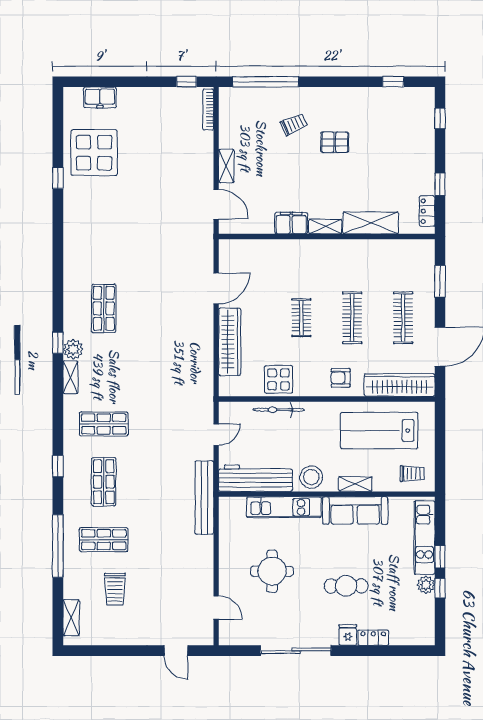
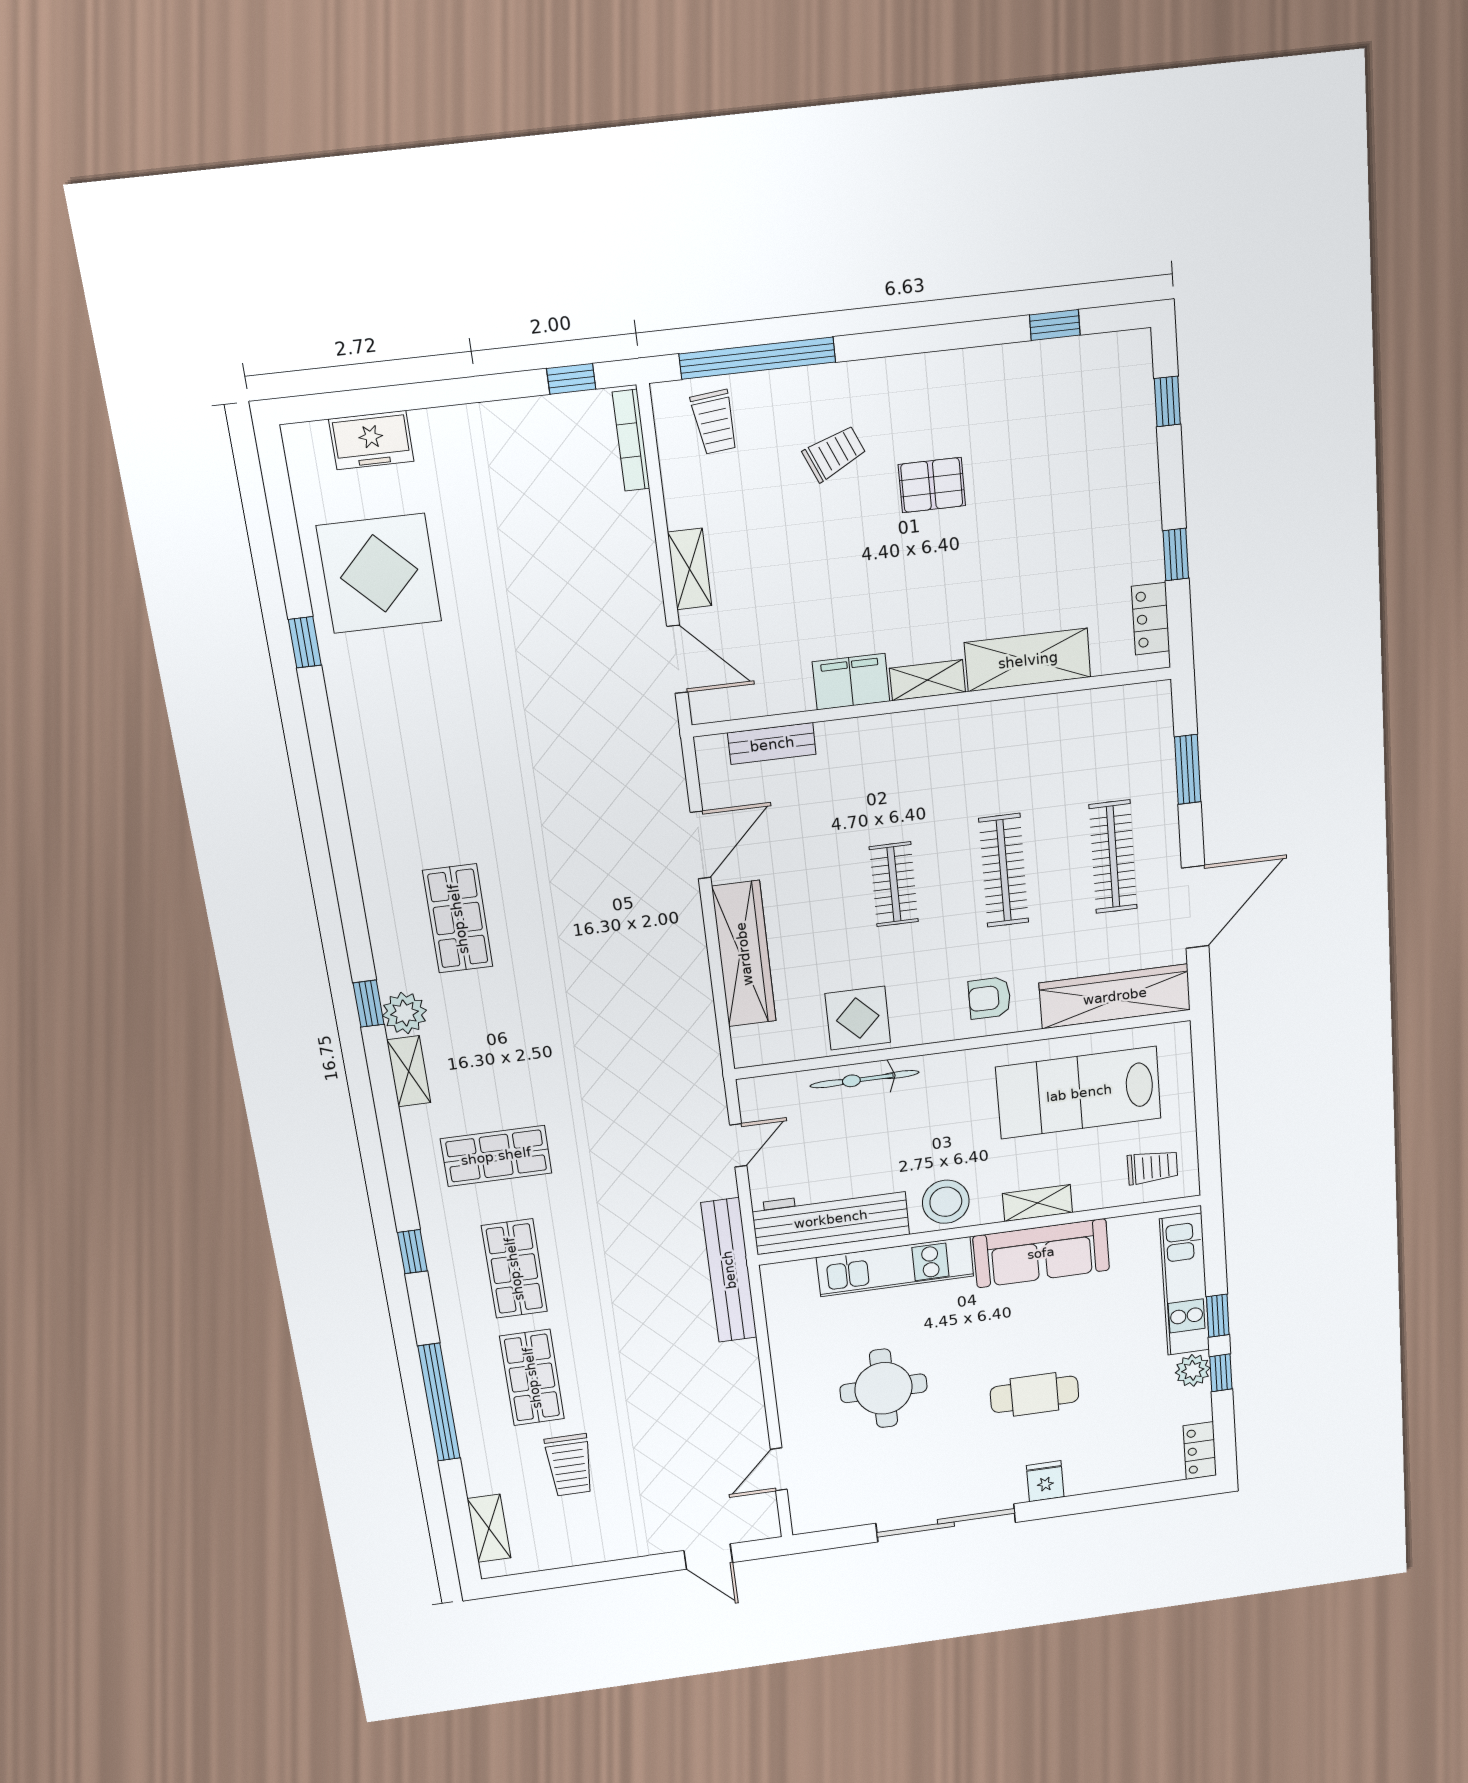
trolley: (244, 106) -> (715, 422), added
bench: (253, 246) -> (772, 744), added
shop shelf: (104, 540) -> (532, 1378), turned 90
door: (216, 608) -> (779, 1469), swing flipped
locker: (373, 638) -> (1200, 1451), moved, turned -90

